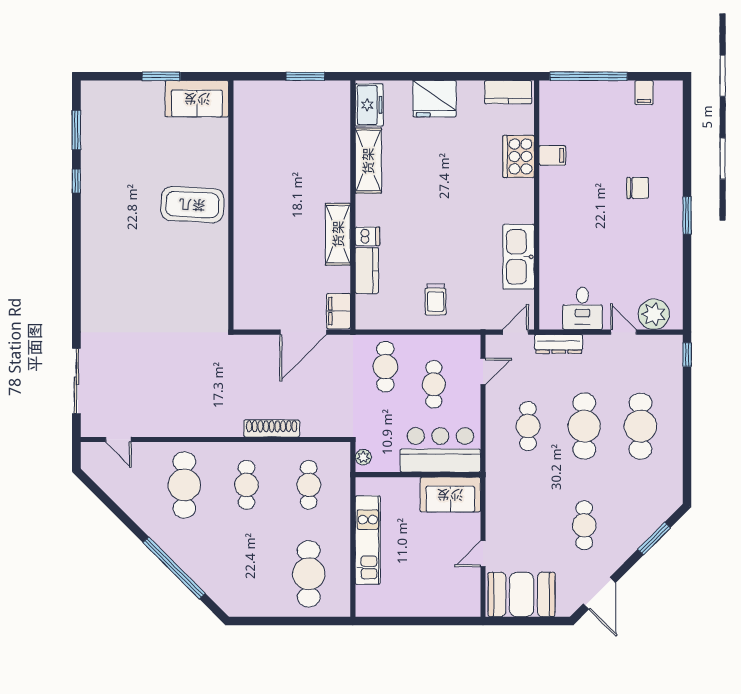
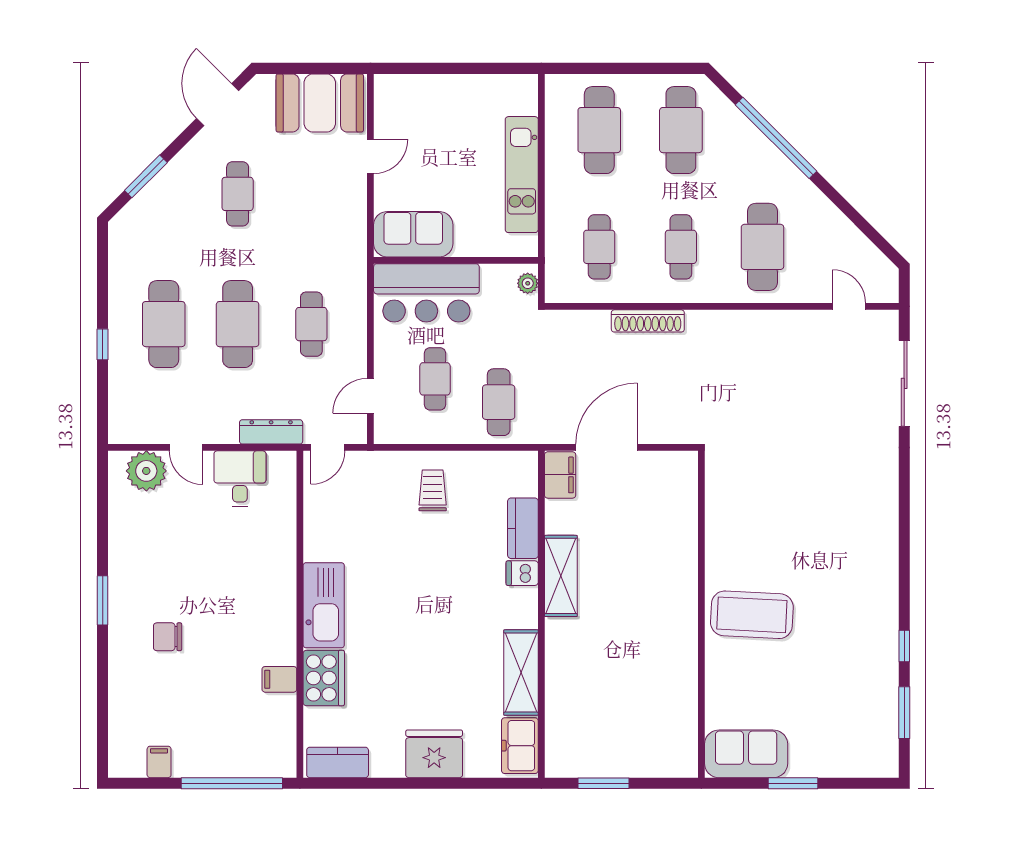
kitchen sink: (519, 257) -> (324, 605), moved
window: (687, 355) -> (103, 344), moved
cafe table: (247, 574) -> (681, 130), added

